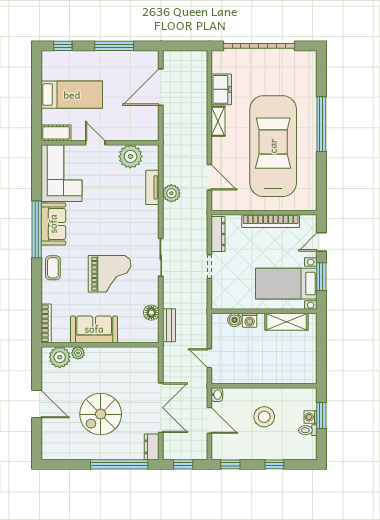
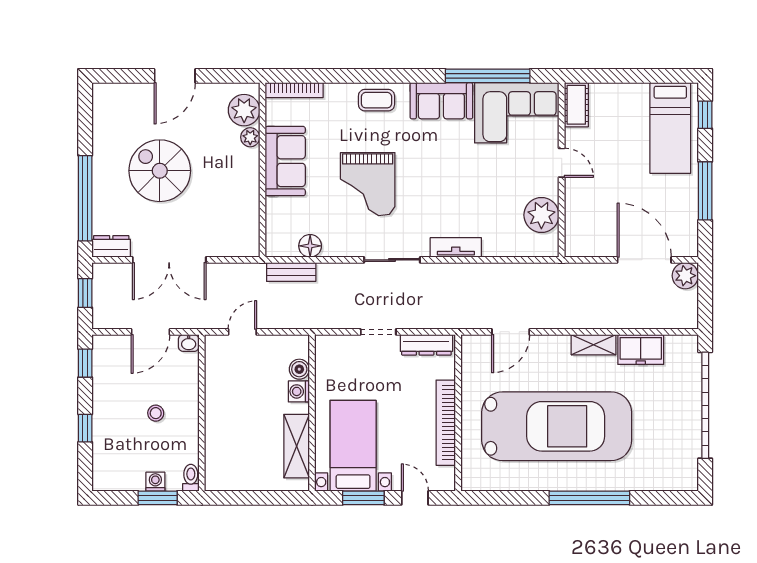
bed: (72, 95) -> (670, 128), moved
door: (95, 143) -> (562, 163), hinge flipped
tv unit: (152, 187) -> (456, 247), moved
plant: (171, 193) -> (685, 276), moved
window: (37, 229) -> (488, 76), moved
stool: (264, 417) -> (156, 413), width x0.53, depth x0.53
toilet: (308, 430) -> (191, 478), moved

